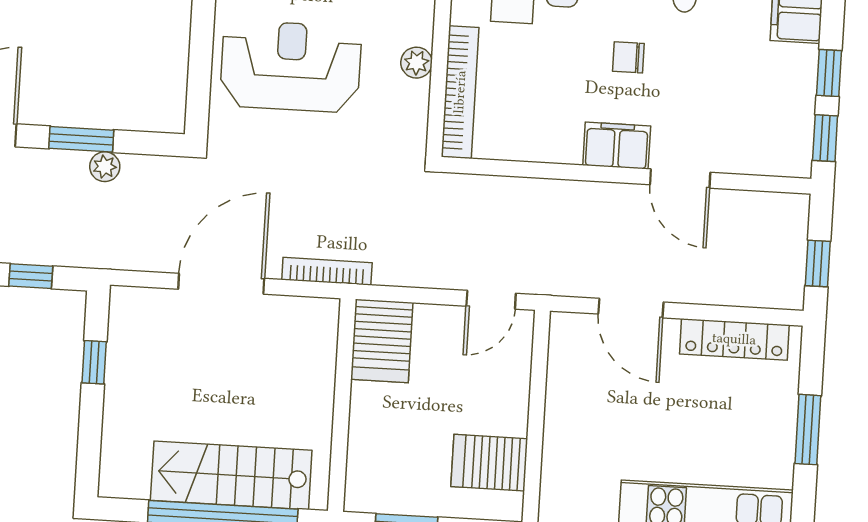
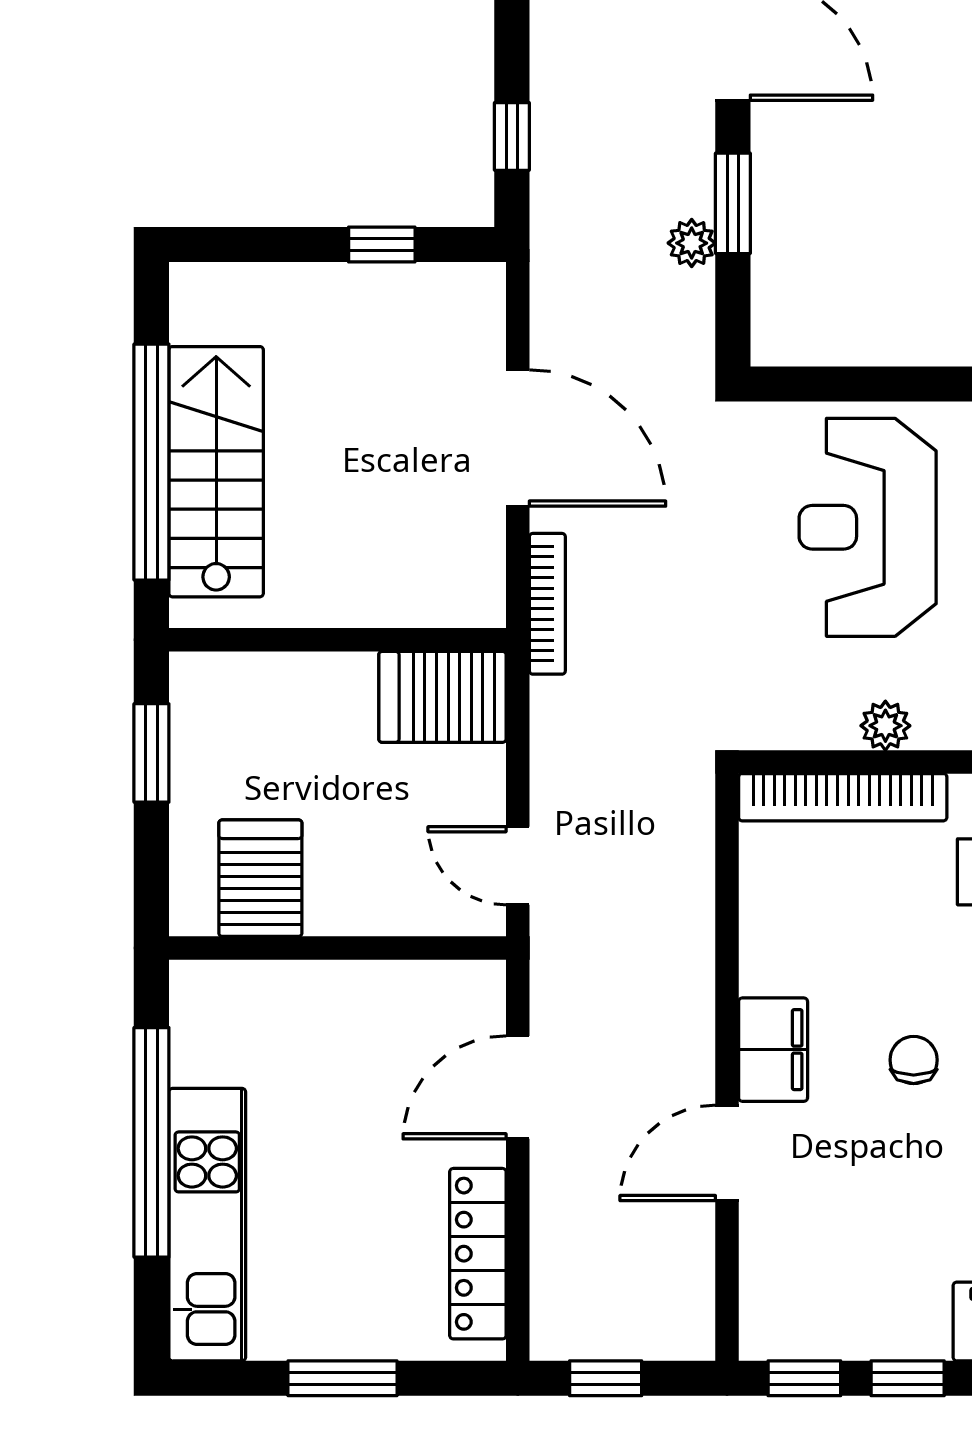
reception desk: (291, 66) -> (868, 527), turned 180

